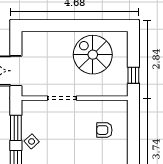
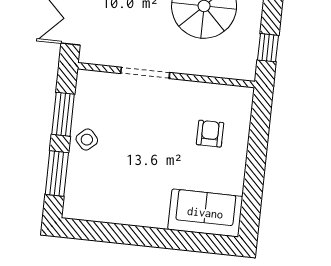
armchair: (104, 130) -> (210, 134), turned 90

